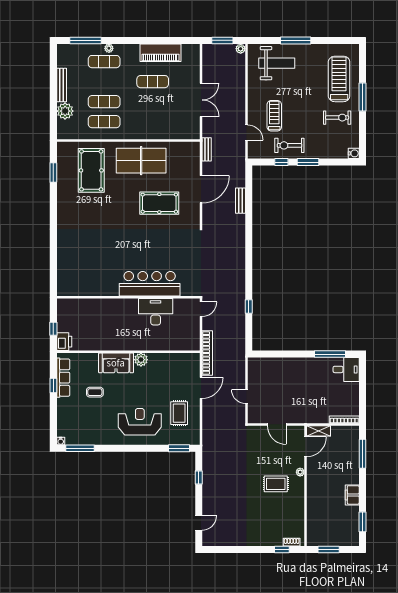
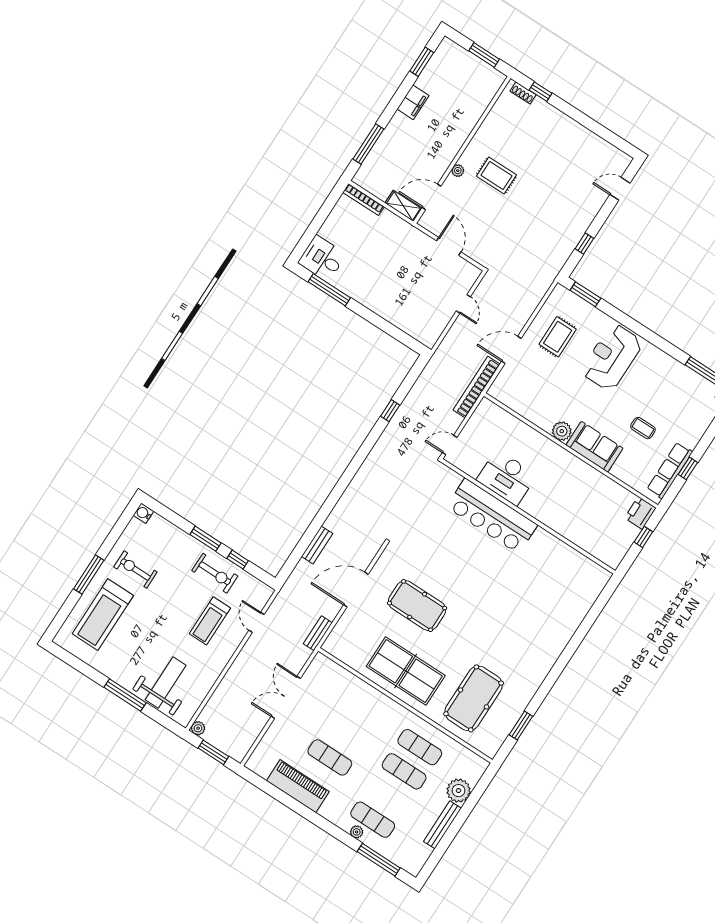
weight bench: (277, 63) -> (166, 682), turned 90
reception desk: (140, 422) -> (612, 357), turned 90

